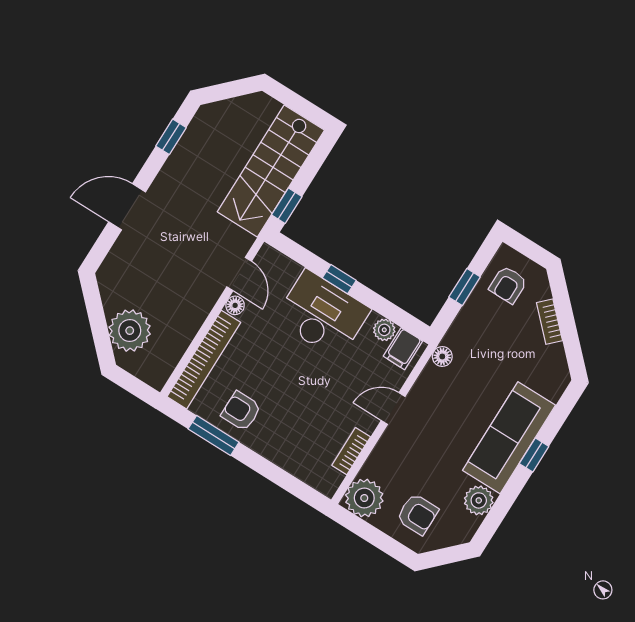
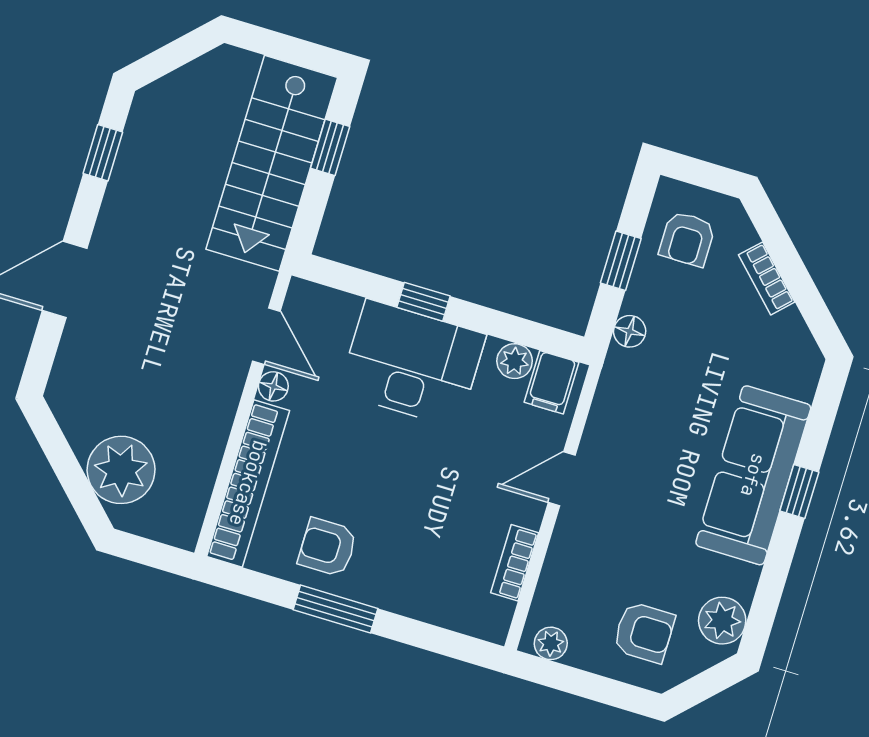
window: (287, 206) -> (330, 147), moved
floor lamp: (442, 357) -> (630, 331), moved
window: (214, 436) -> (335, 609), moved
plant: (364, 498) -> (551, 643), width x0.53, depth x0.53
plant: (479, 500) -> (722, 621), moved

